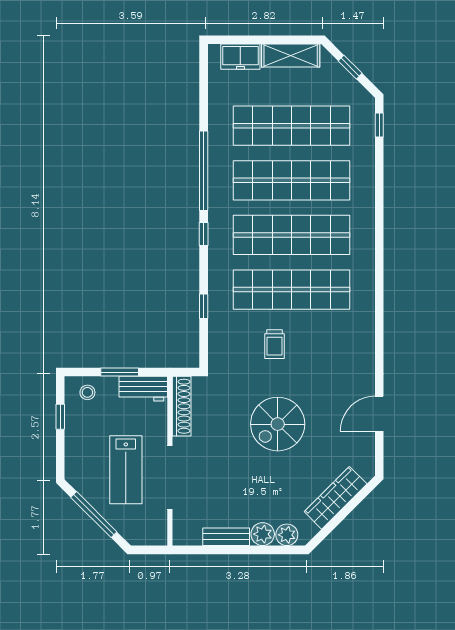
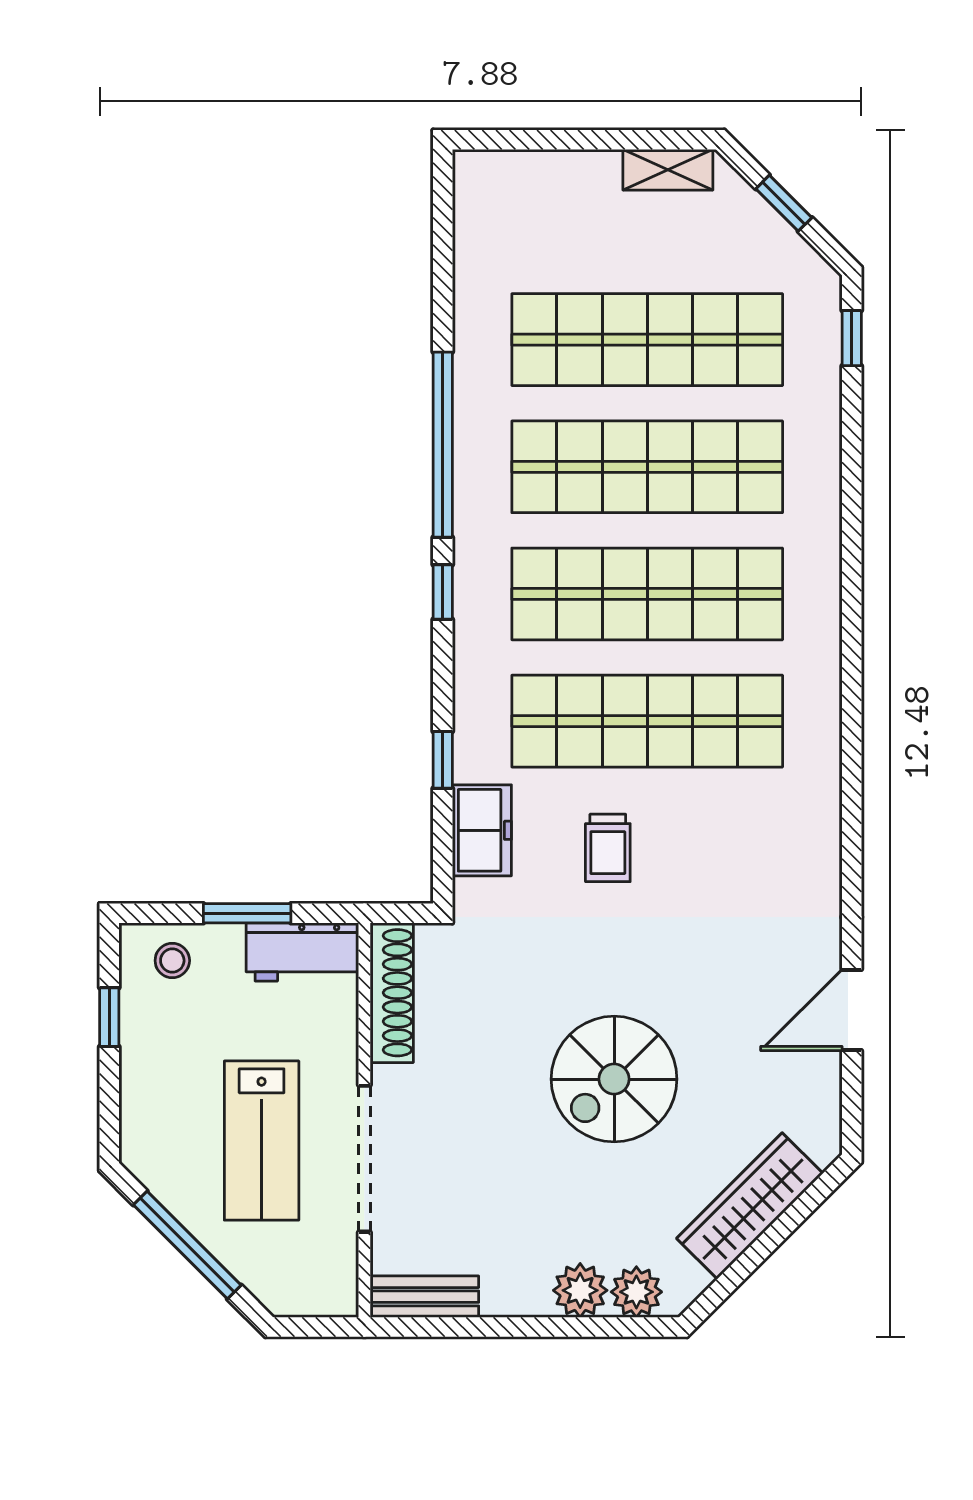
shelving: (291, 56) -> (668, 170), width x0.67, depth x0.75
freezer: (240, 57) -> (482, 830), moved, turned -90
spiral stairs: (278, 424) -> (614, 1079), moved
bench: (226, 537) -> (424, 1297), moved

